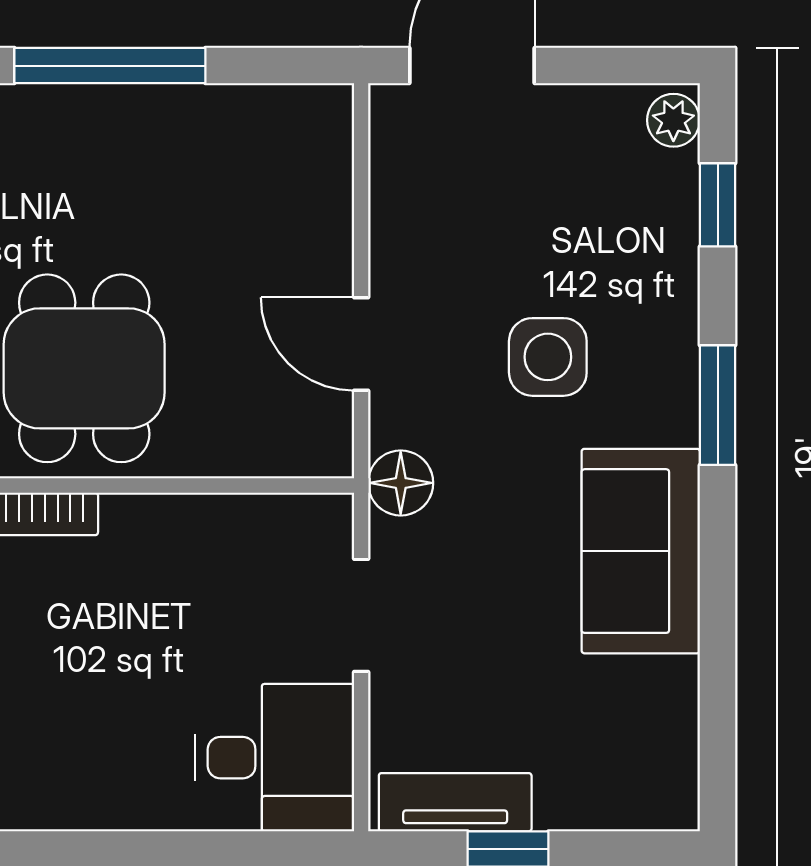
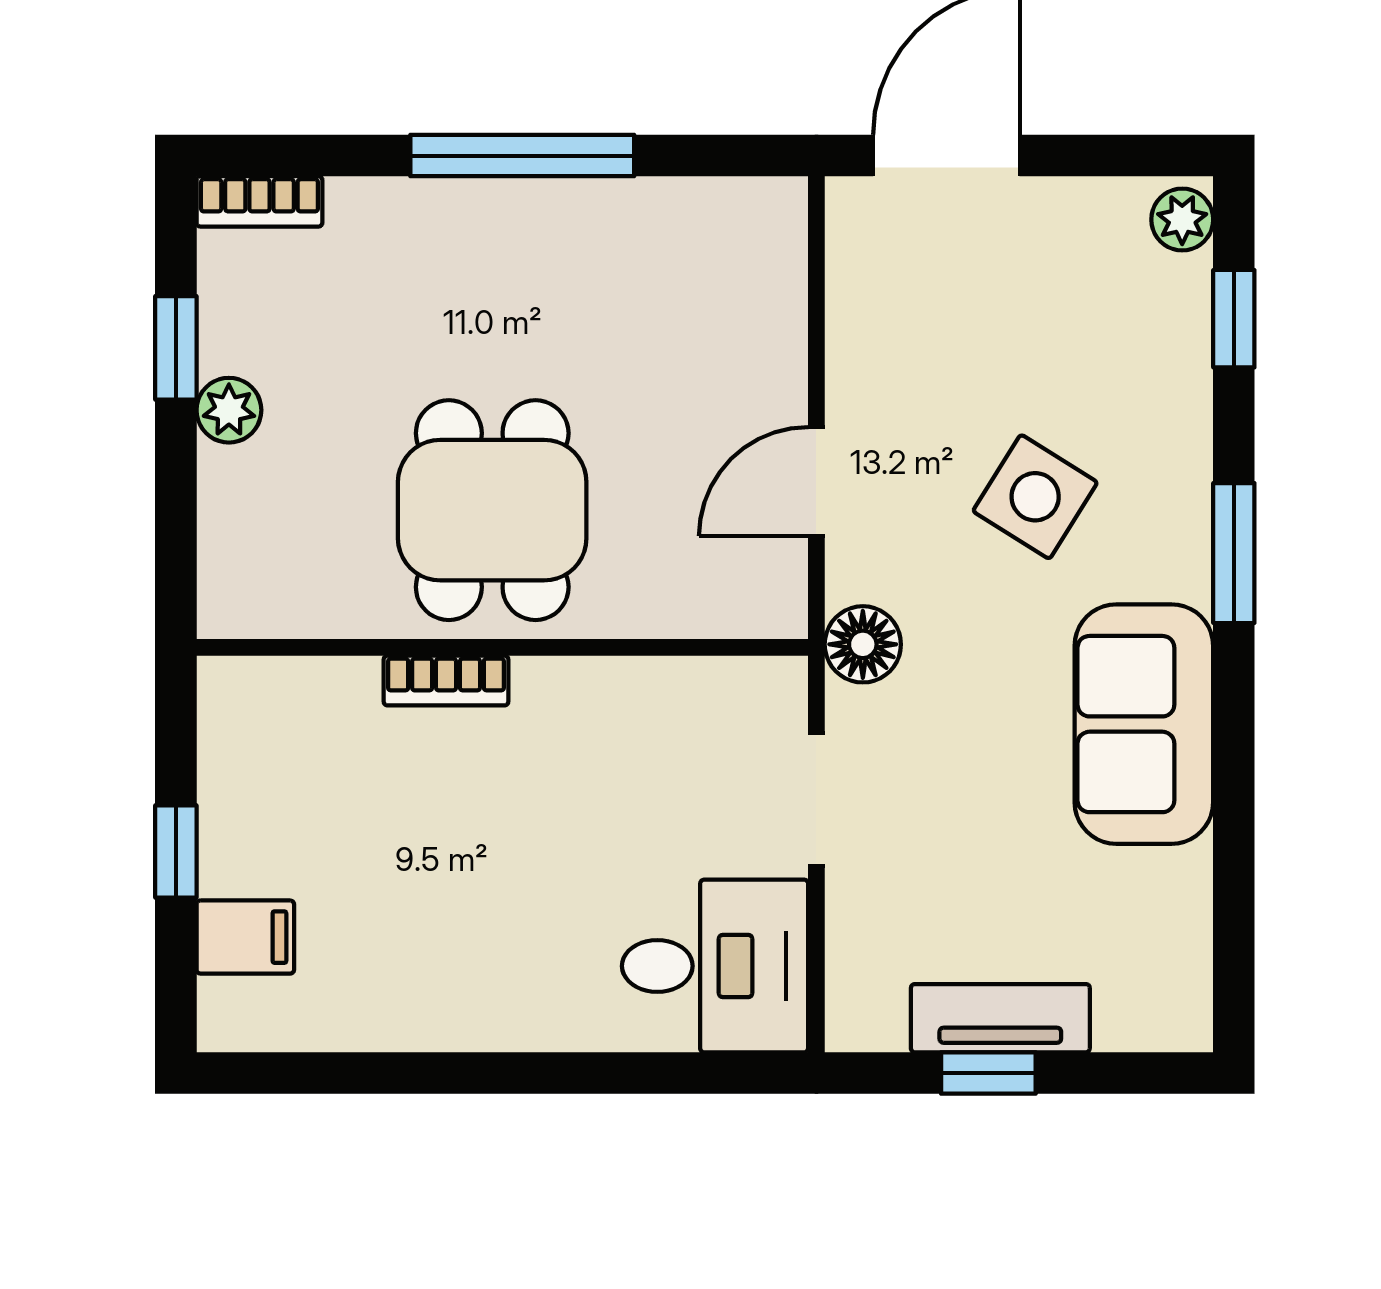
door: (361, 344) -> (816, 482), hinge flipped
side table: (548, 357) -> (1035, 497), turned 32
tv unit: (455, 802) -> (1000, 1018), moved

